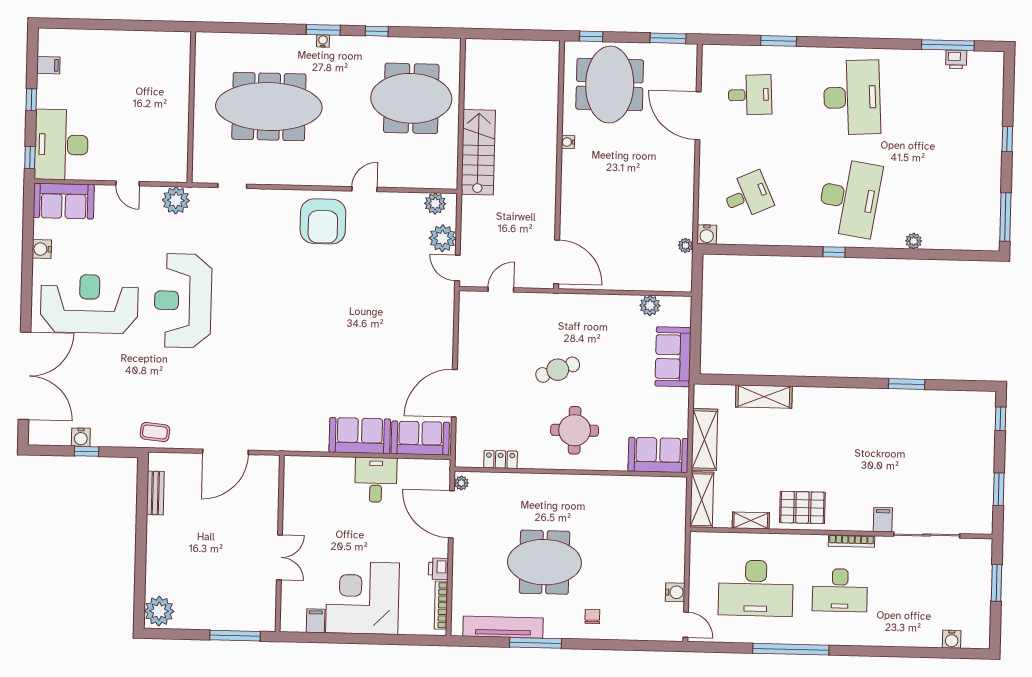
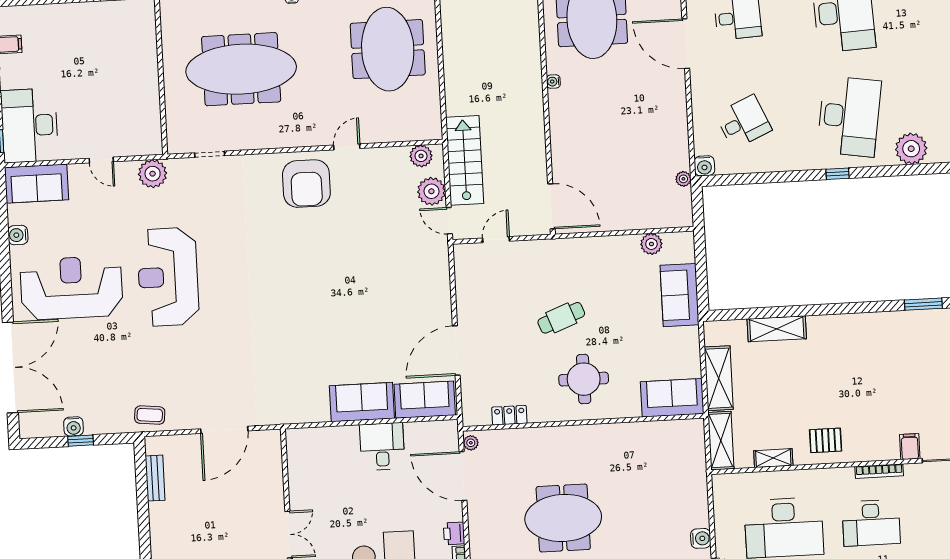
meeting table: (411, 98) -> (388, 49), turned 90
stairs: (478, 152) -> (465, 160), moved
plant: (914, 241) -> (911, 149), width x1.88, depth x1.88
pallet: (802, 507) -> (826, 440), width x0.67, depth x0.71

